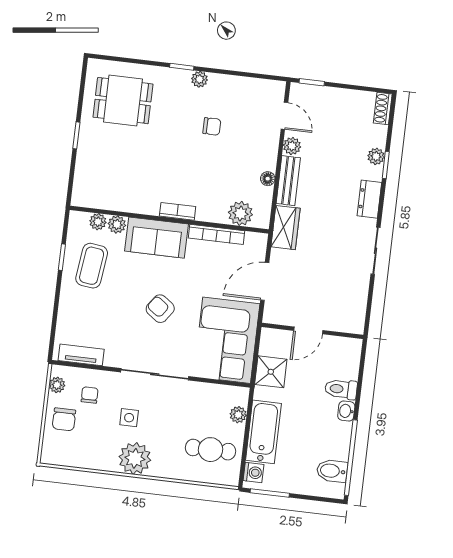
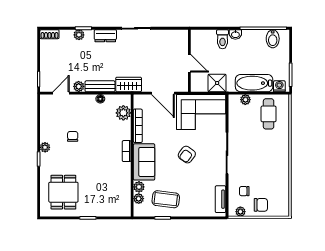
side table: (129, 418) -> (255, 166), removed
plant: (135, 458) -> (279, 159), removed

